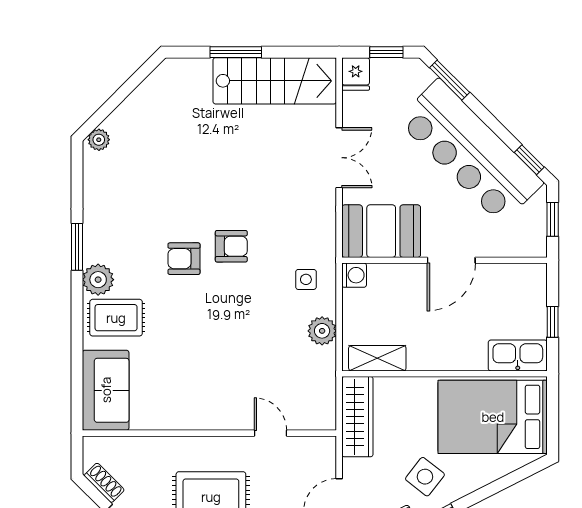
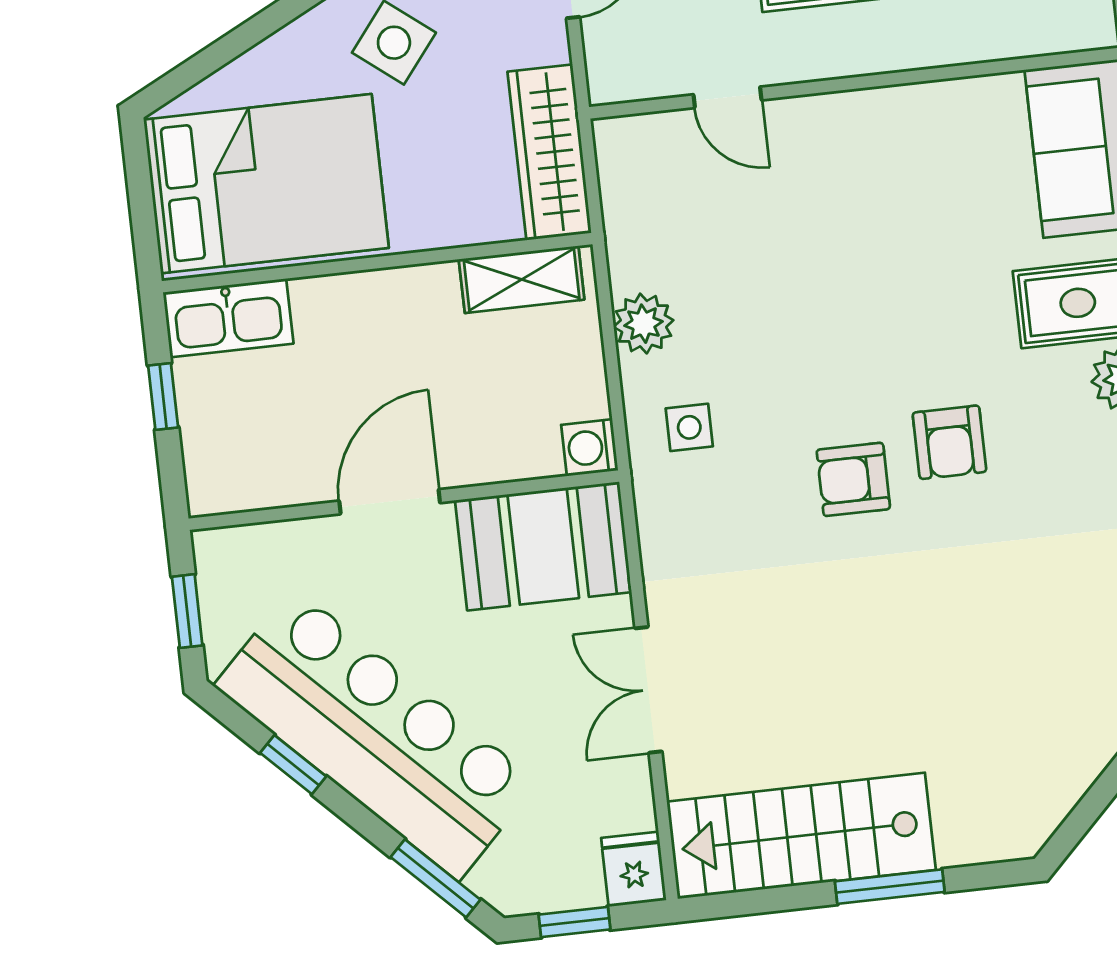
window: (529, 160) -> (293, 765), moved
armchair: (184, 259) -> (949, 442), turned 90

